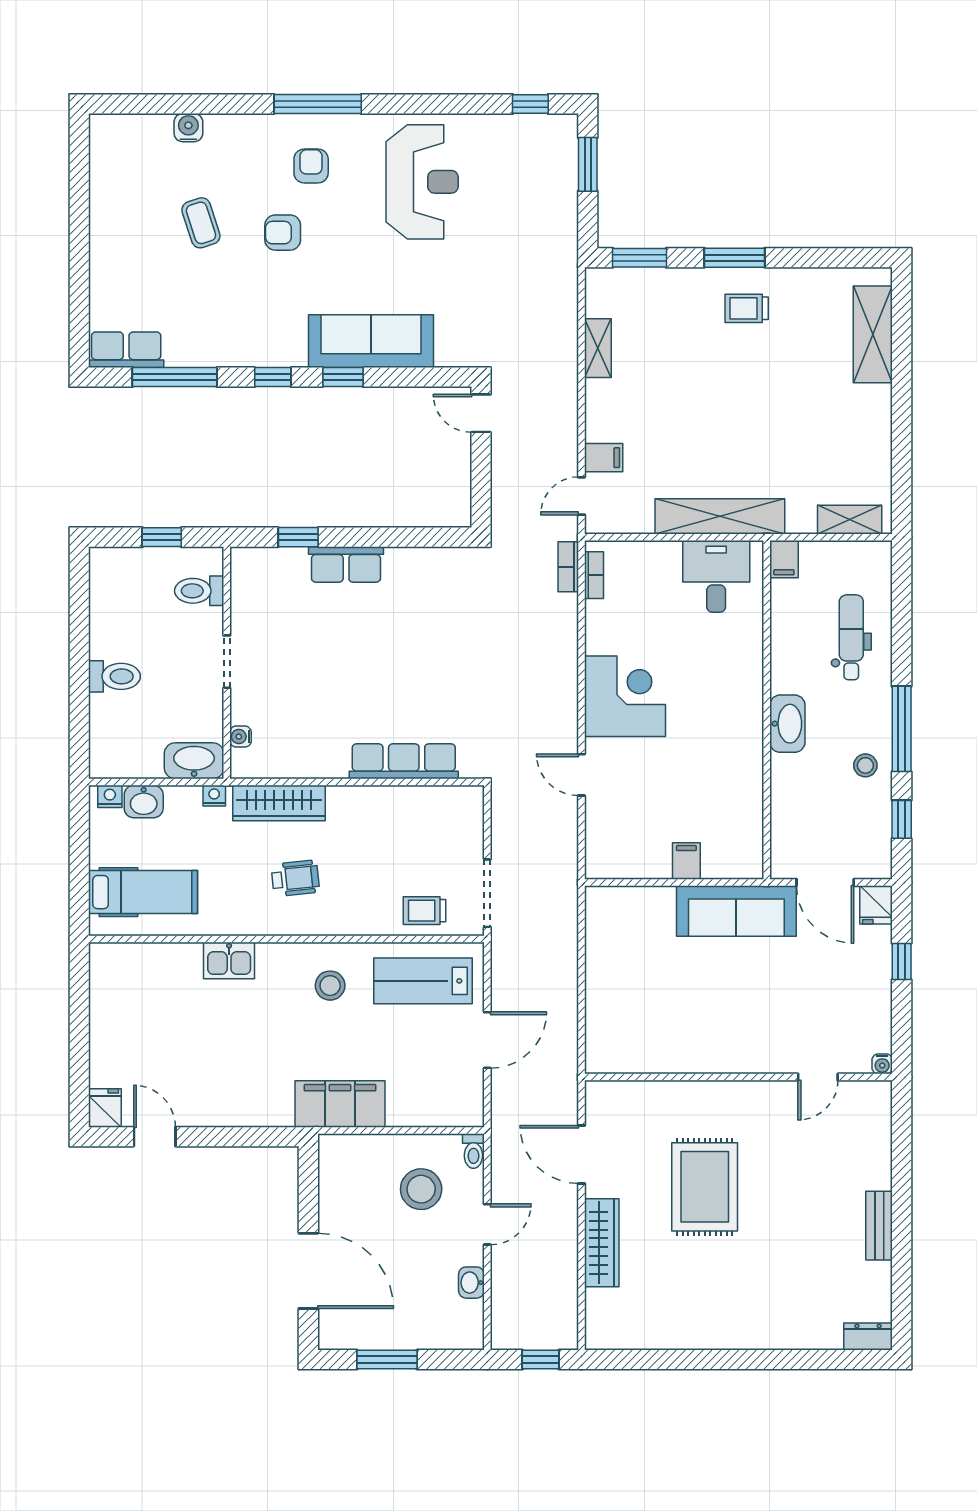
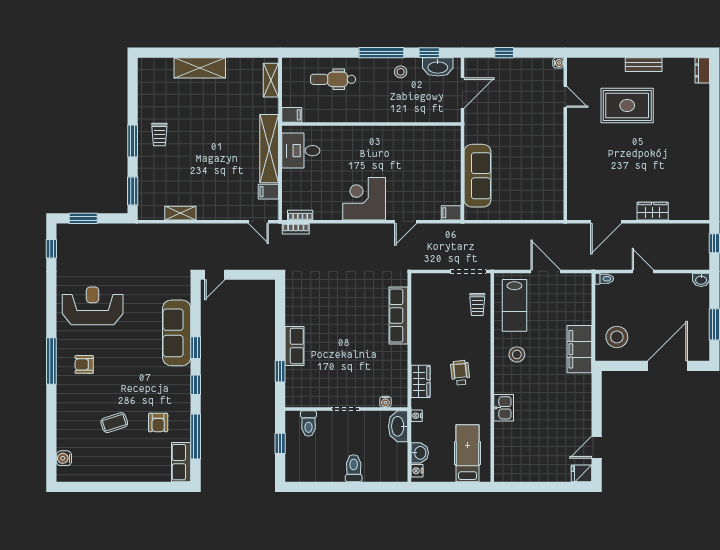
water cooler: (188, 128) -> (64, 458), moved
armchair: (283, 233) -> (158, 423), moved
shelving: (873, 334) -> (200, 68), moved
filing cabinet: (604, 458) -> (268, 192), moved, turned -90
washbasin: (787, 724) -> (438, 67), moved, turned 180
wardrobe: (279, 803) -> (420, 381), width x0.67
filing cabinet: (686, 861) -> (451, 213), moved
fridge: (876, 905) -> (474, 66), removed
sofa: (736, 911) -> (477, 176), moved
rug: (705, 1187) -> (627, 105), moved
stool: (421, 1189) -> (617, 337), moved
wardrobe: (602, 1243) -> (653, 211), width x0.67
washbasin: (471, 1283) -> (701, 280), moved

